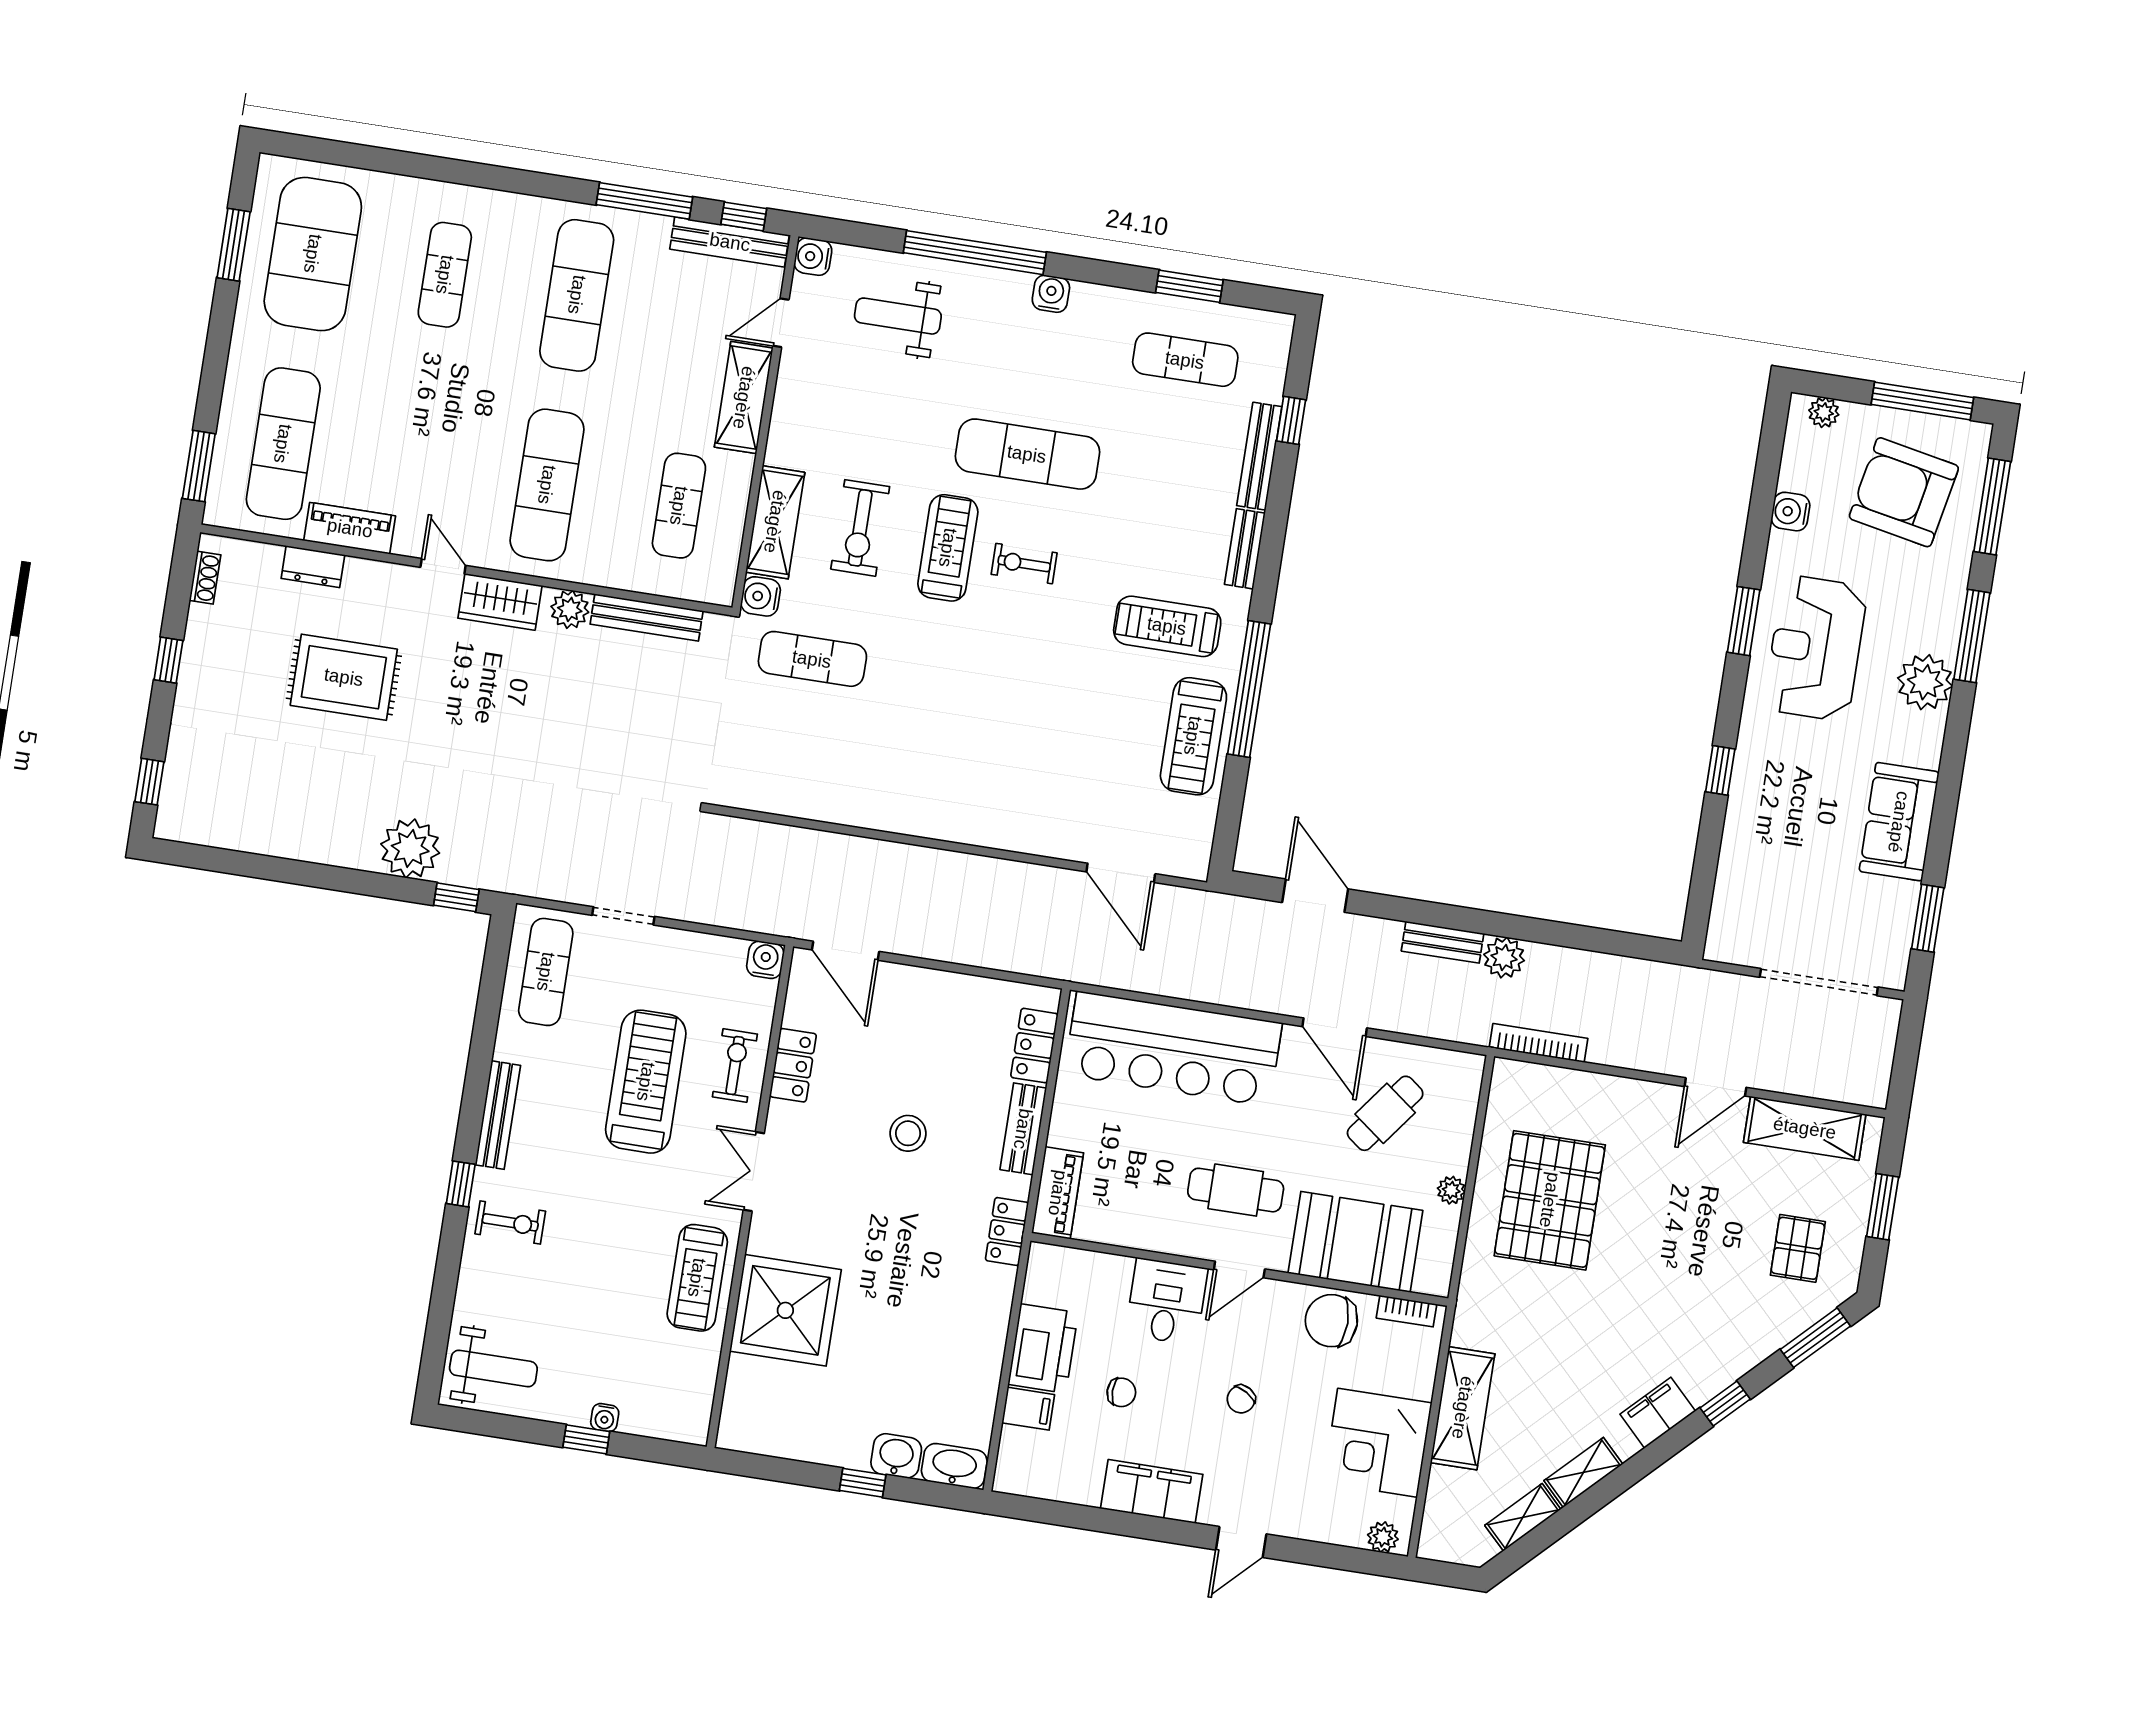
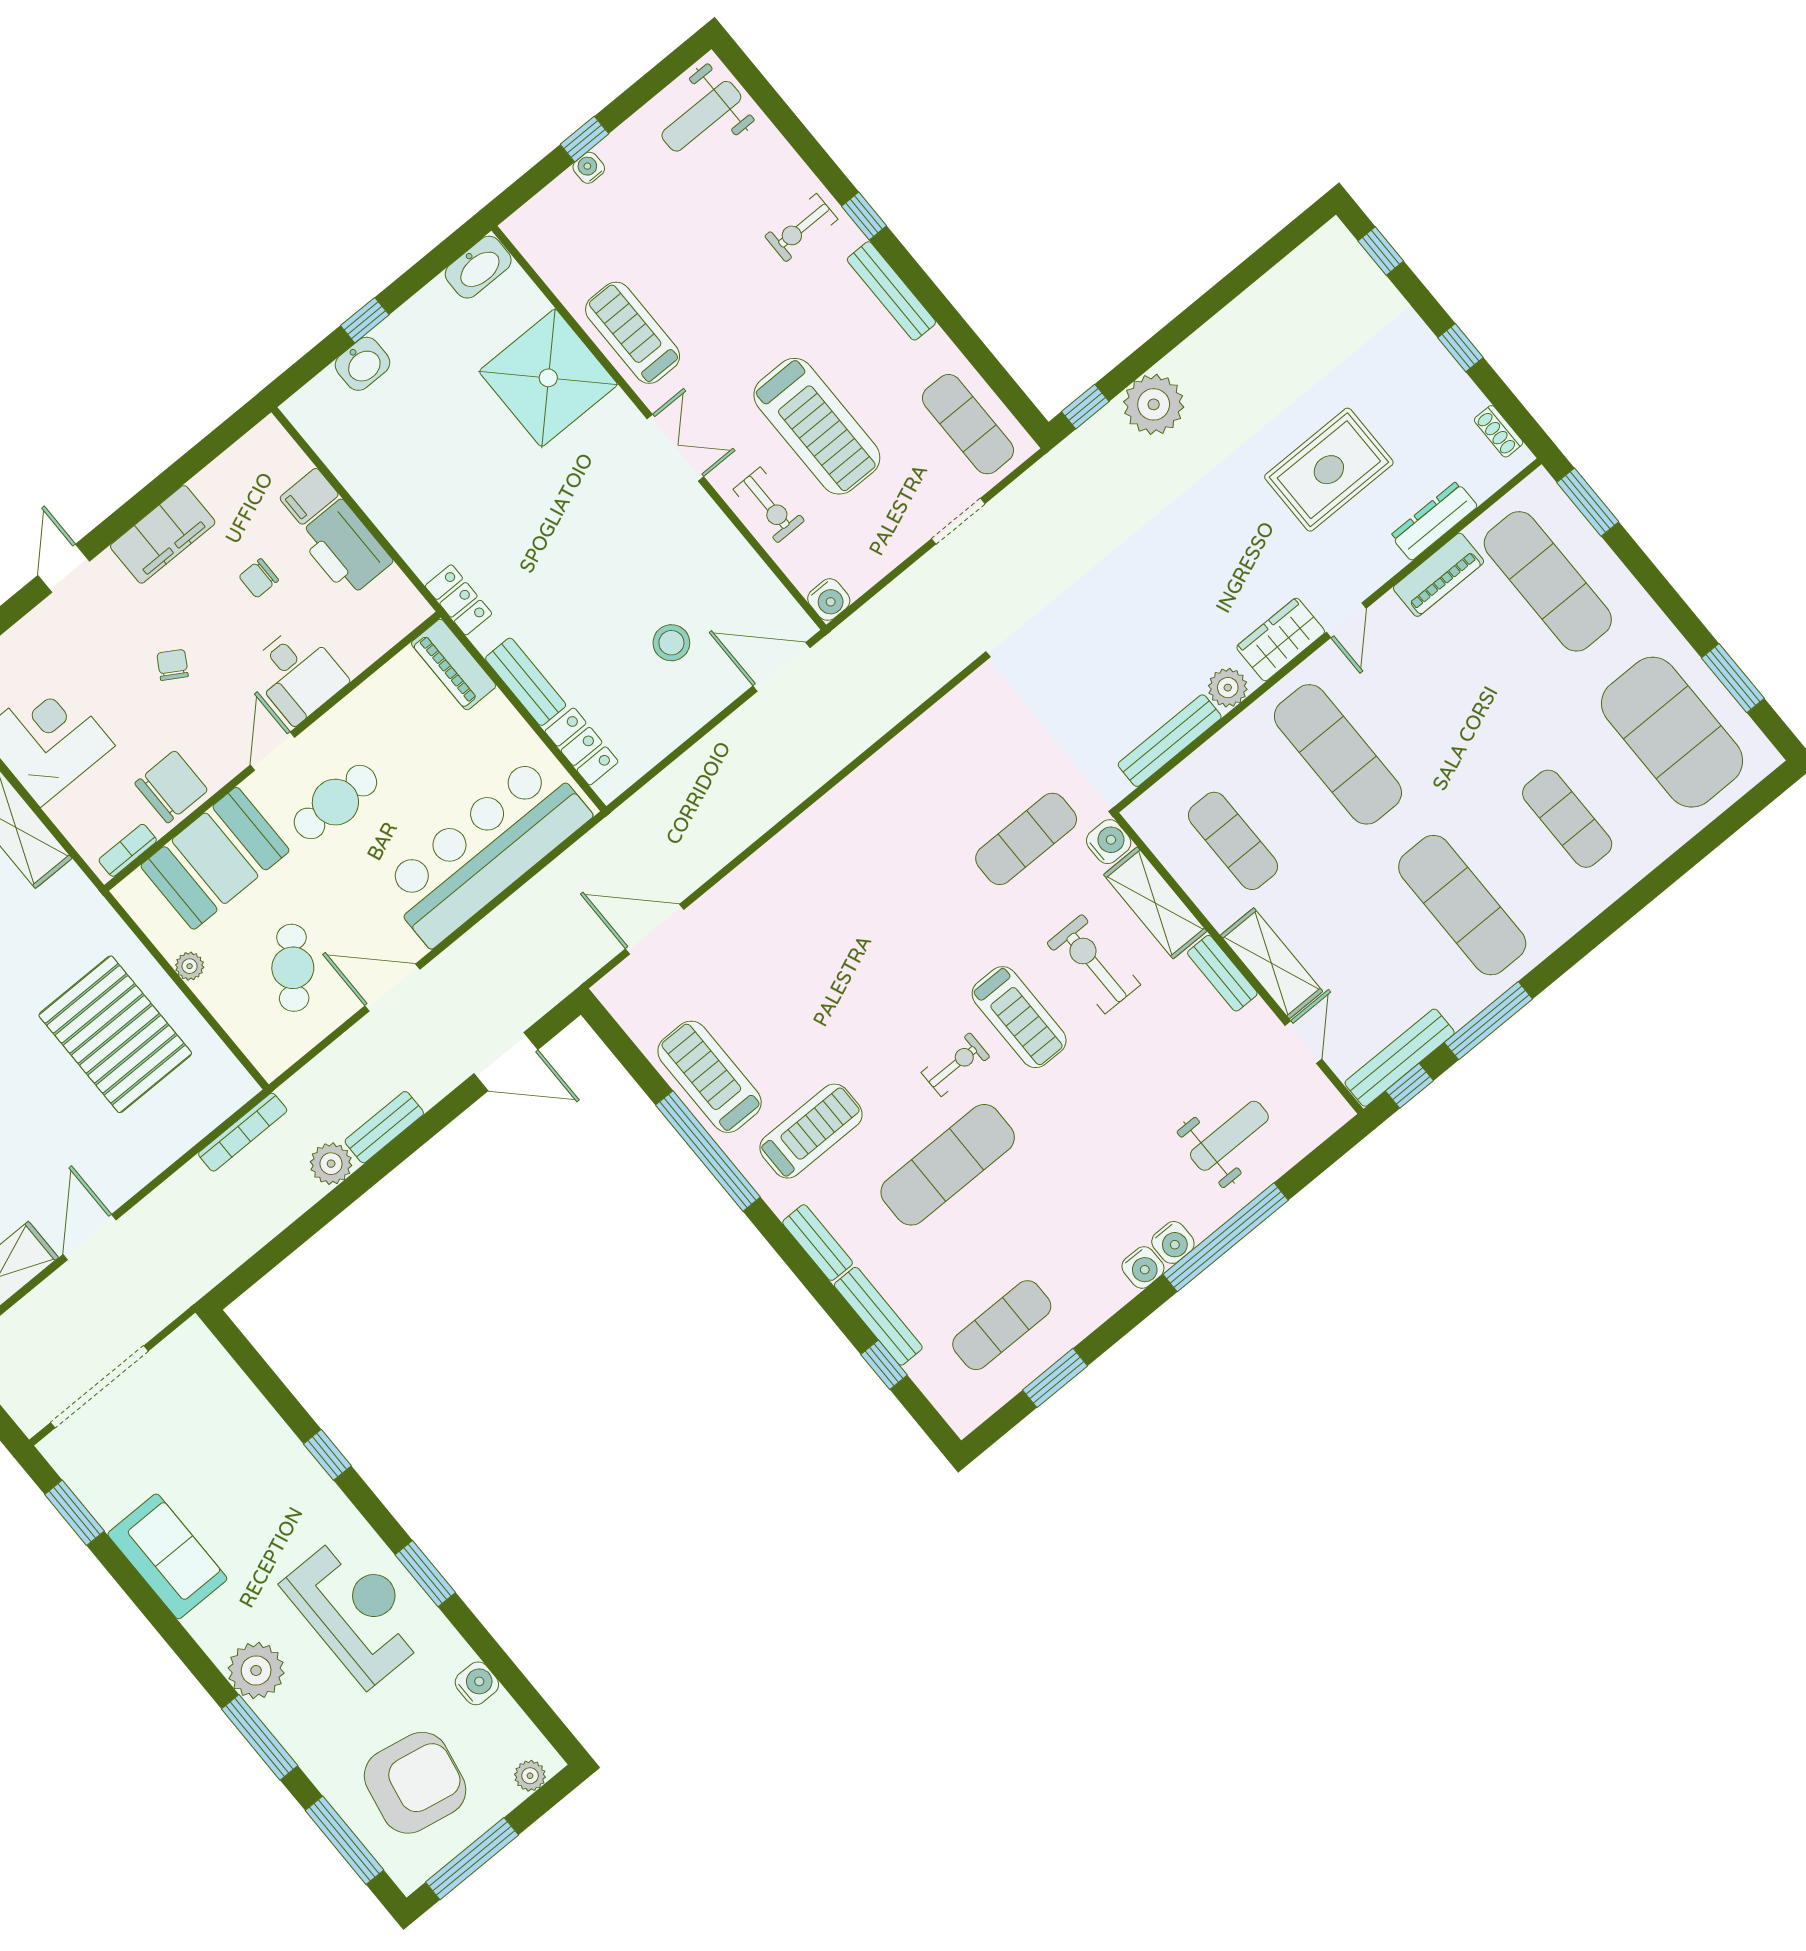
water cooler: (813, 257) -> (1173, 1242), moved, turned 90
bench: (783, 427) -> (1222, 973), added
exercise mat: (1027, 454) -> (948, 1165), moved
door: (443, 566) -> (1346, 620), hinge flipped
dresser: (313, 567) -> (1434, 521), width x1.44
locker: (793, 1065) -> (730, 549), removed
stool: (908, 1133) -> (671, 643), moved
washbasin: (954, 1466) -> (478, 267), moved

